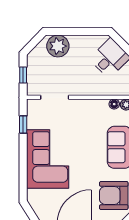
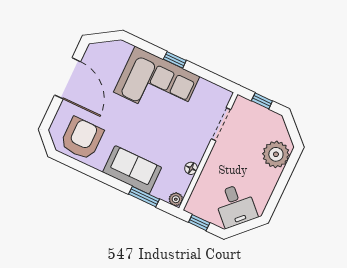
floor lamp: (114, 104) -> (191, 168), moved
window: (23, 125) -> (175, 60), moved

